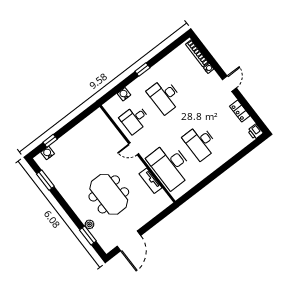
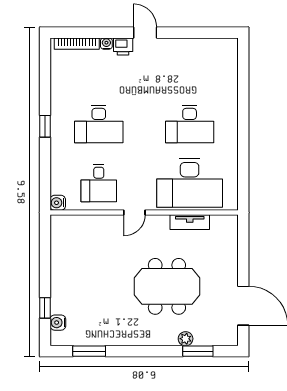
water cooler: (124, 94) -> (58, 203), moved
locker: (240, 111) -> (188, 46), removed
printer: (255, 132) -> (123, 46), moved

